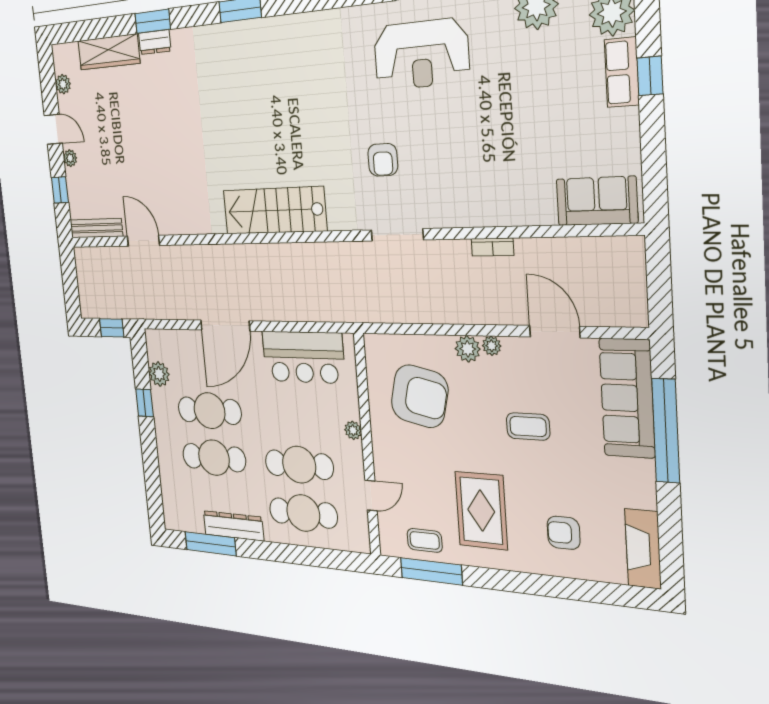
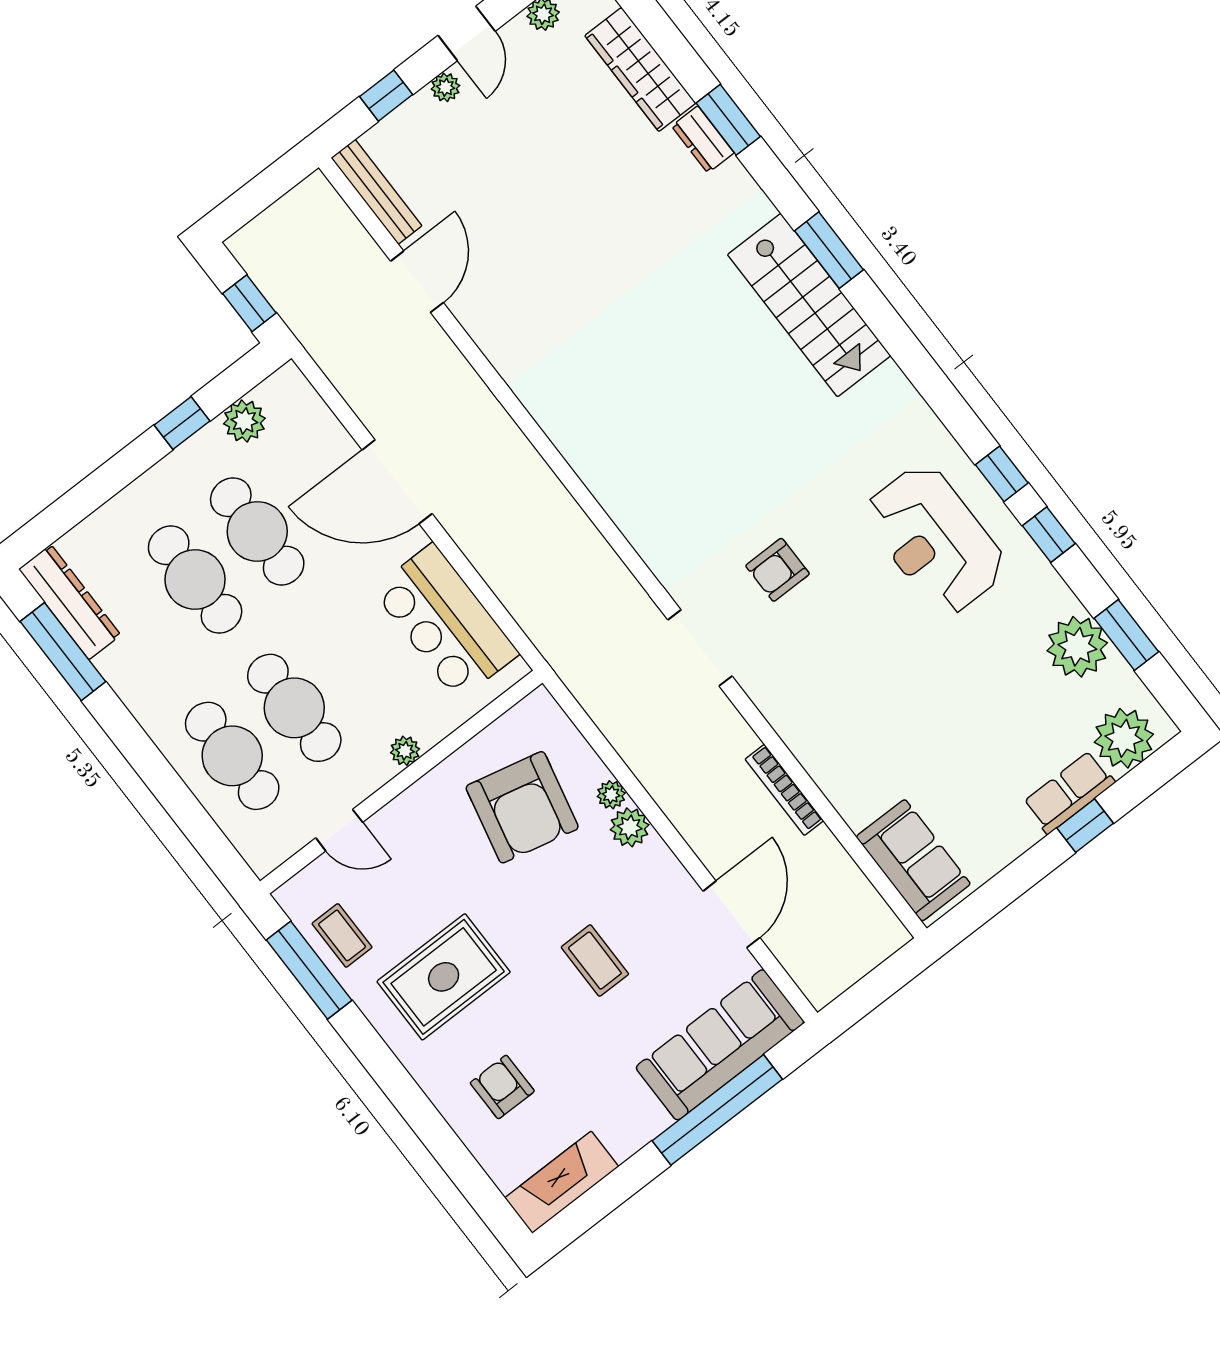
stairs: (274, 211) -> (809, 305), moved, turned 180
bookcase: (492, 247) -> (784, 790), width x1.56
plant: (492, 346) -> (611, 795), moved
dresser: (233, 526) -> (70, 602), moved

